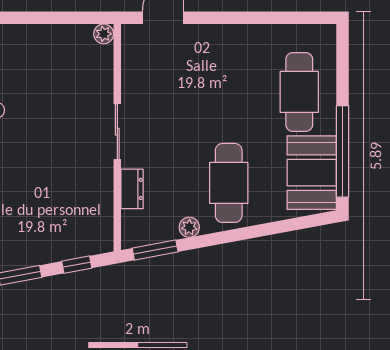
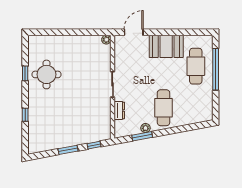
window: (343, 151) -> (216, 69), moved
booth: (312, 173) -> (166, 46), moved, turned 90
window: (155, 250) -> (142, 136), moved

